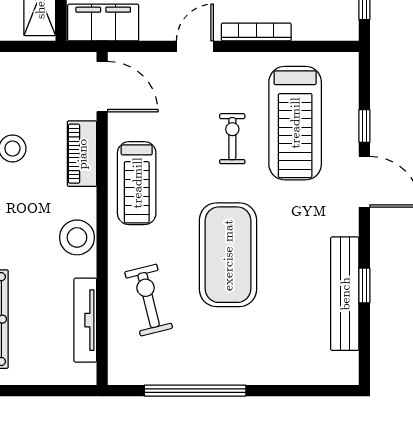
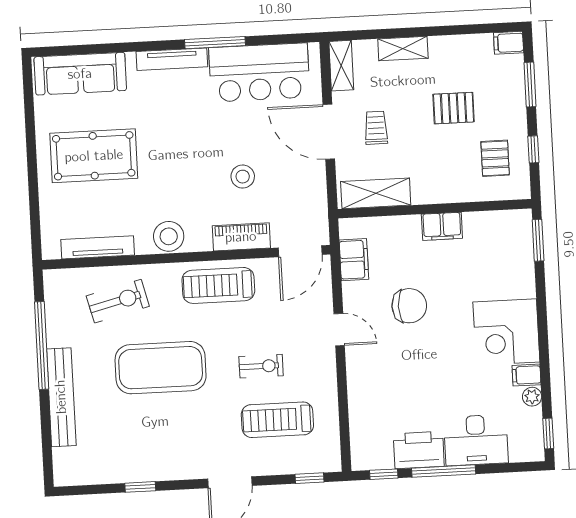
filing cabinet: (103, 23) -> (354, 260), width x0.67, depth x0.86
bookcase: (256, 32) -> (354, 382), removed
treadmill: (295, 123) -> (277, 420), width x0.73, depth x0.73
window: (364, 126) -> (310, 478), moved
bench: (345, 294) -> (61, 397), moved, turned 90

